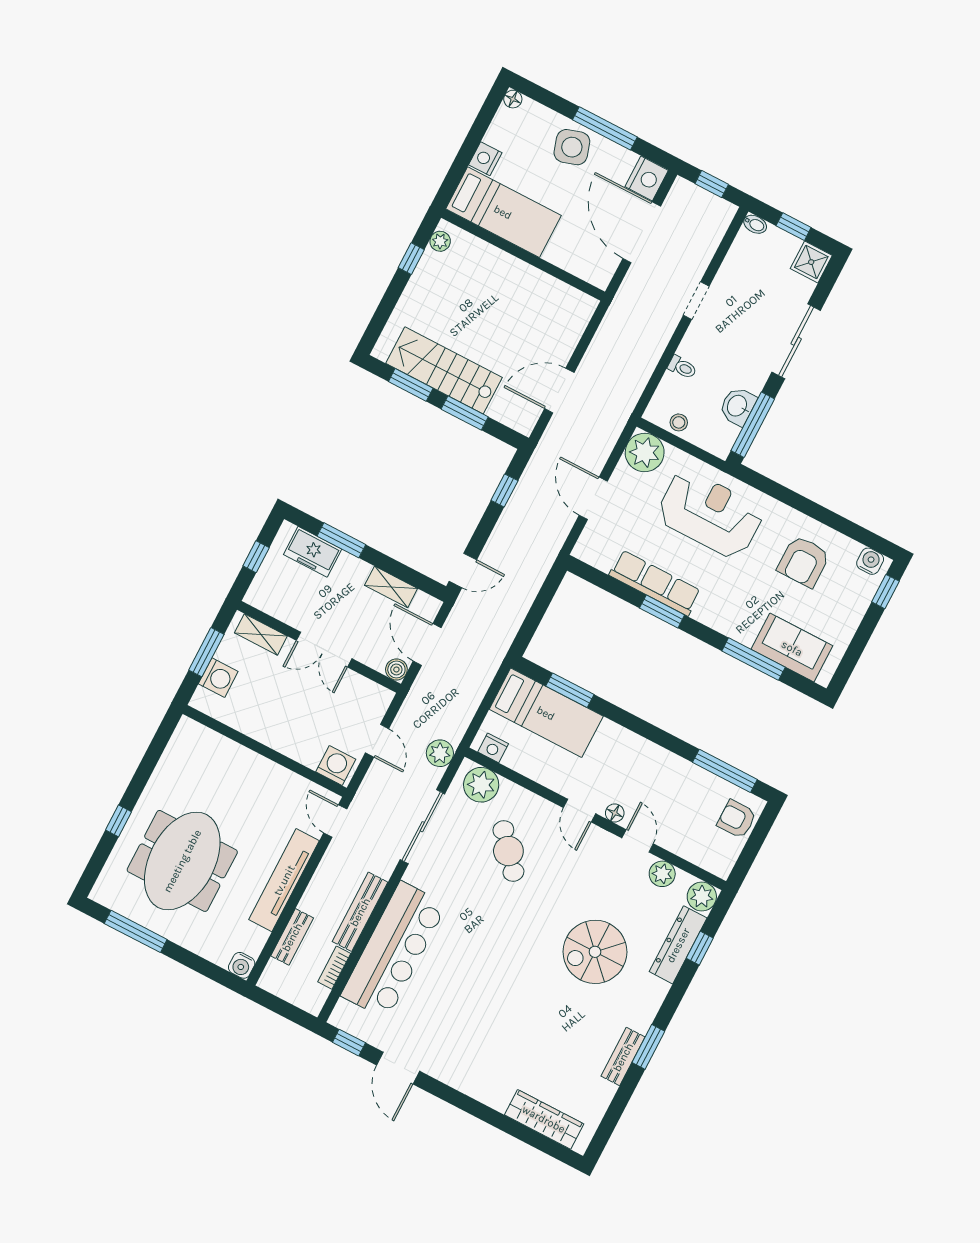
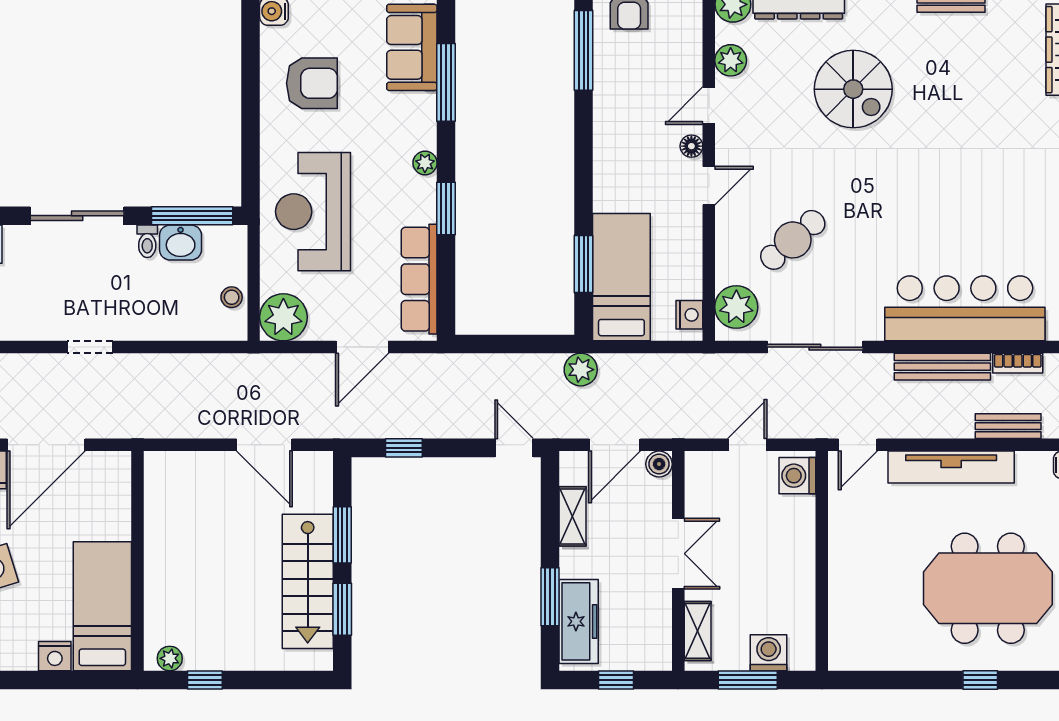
toilet: (682, 367) -> (147, 241), moved, turned 180
freezer: (313, 552) -> (579, 621), width x1.40
row of seats: (655, 583) -> (419, 279), moved
plant: (703, 613) -> (425, 163), added
plant: (440, 753) -> (581, 370), moved

